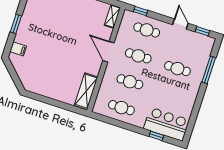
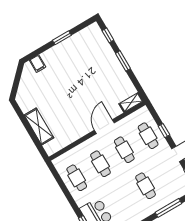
window: (140, 11) -> (164, 131), moved
window: (16, 24) -> (62, 38), moved
shelving: (86, 91) -> (39, 126), moved, turned 90

